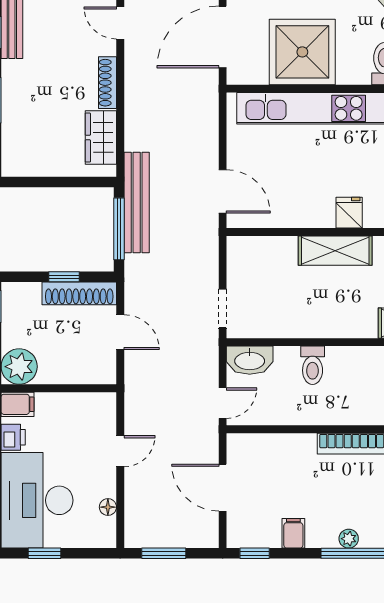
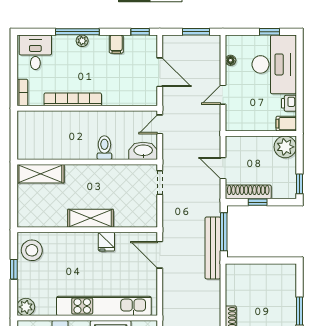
wardrobe: (101, 138) -> (235, 288), removed
fridge: (349, 213) -> (106, 242), moved

